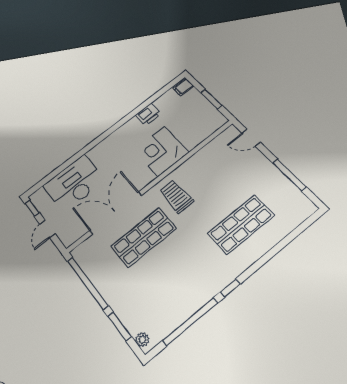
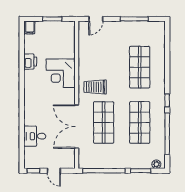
desk: (74, 183) -> (35, 136), width x0.53, depth x0.77
shop shelf: (177, 277) -> (140, 122), added

